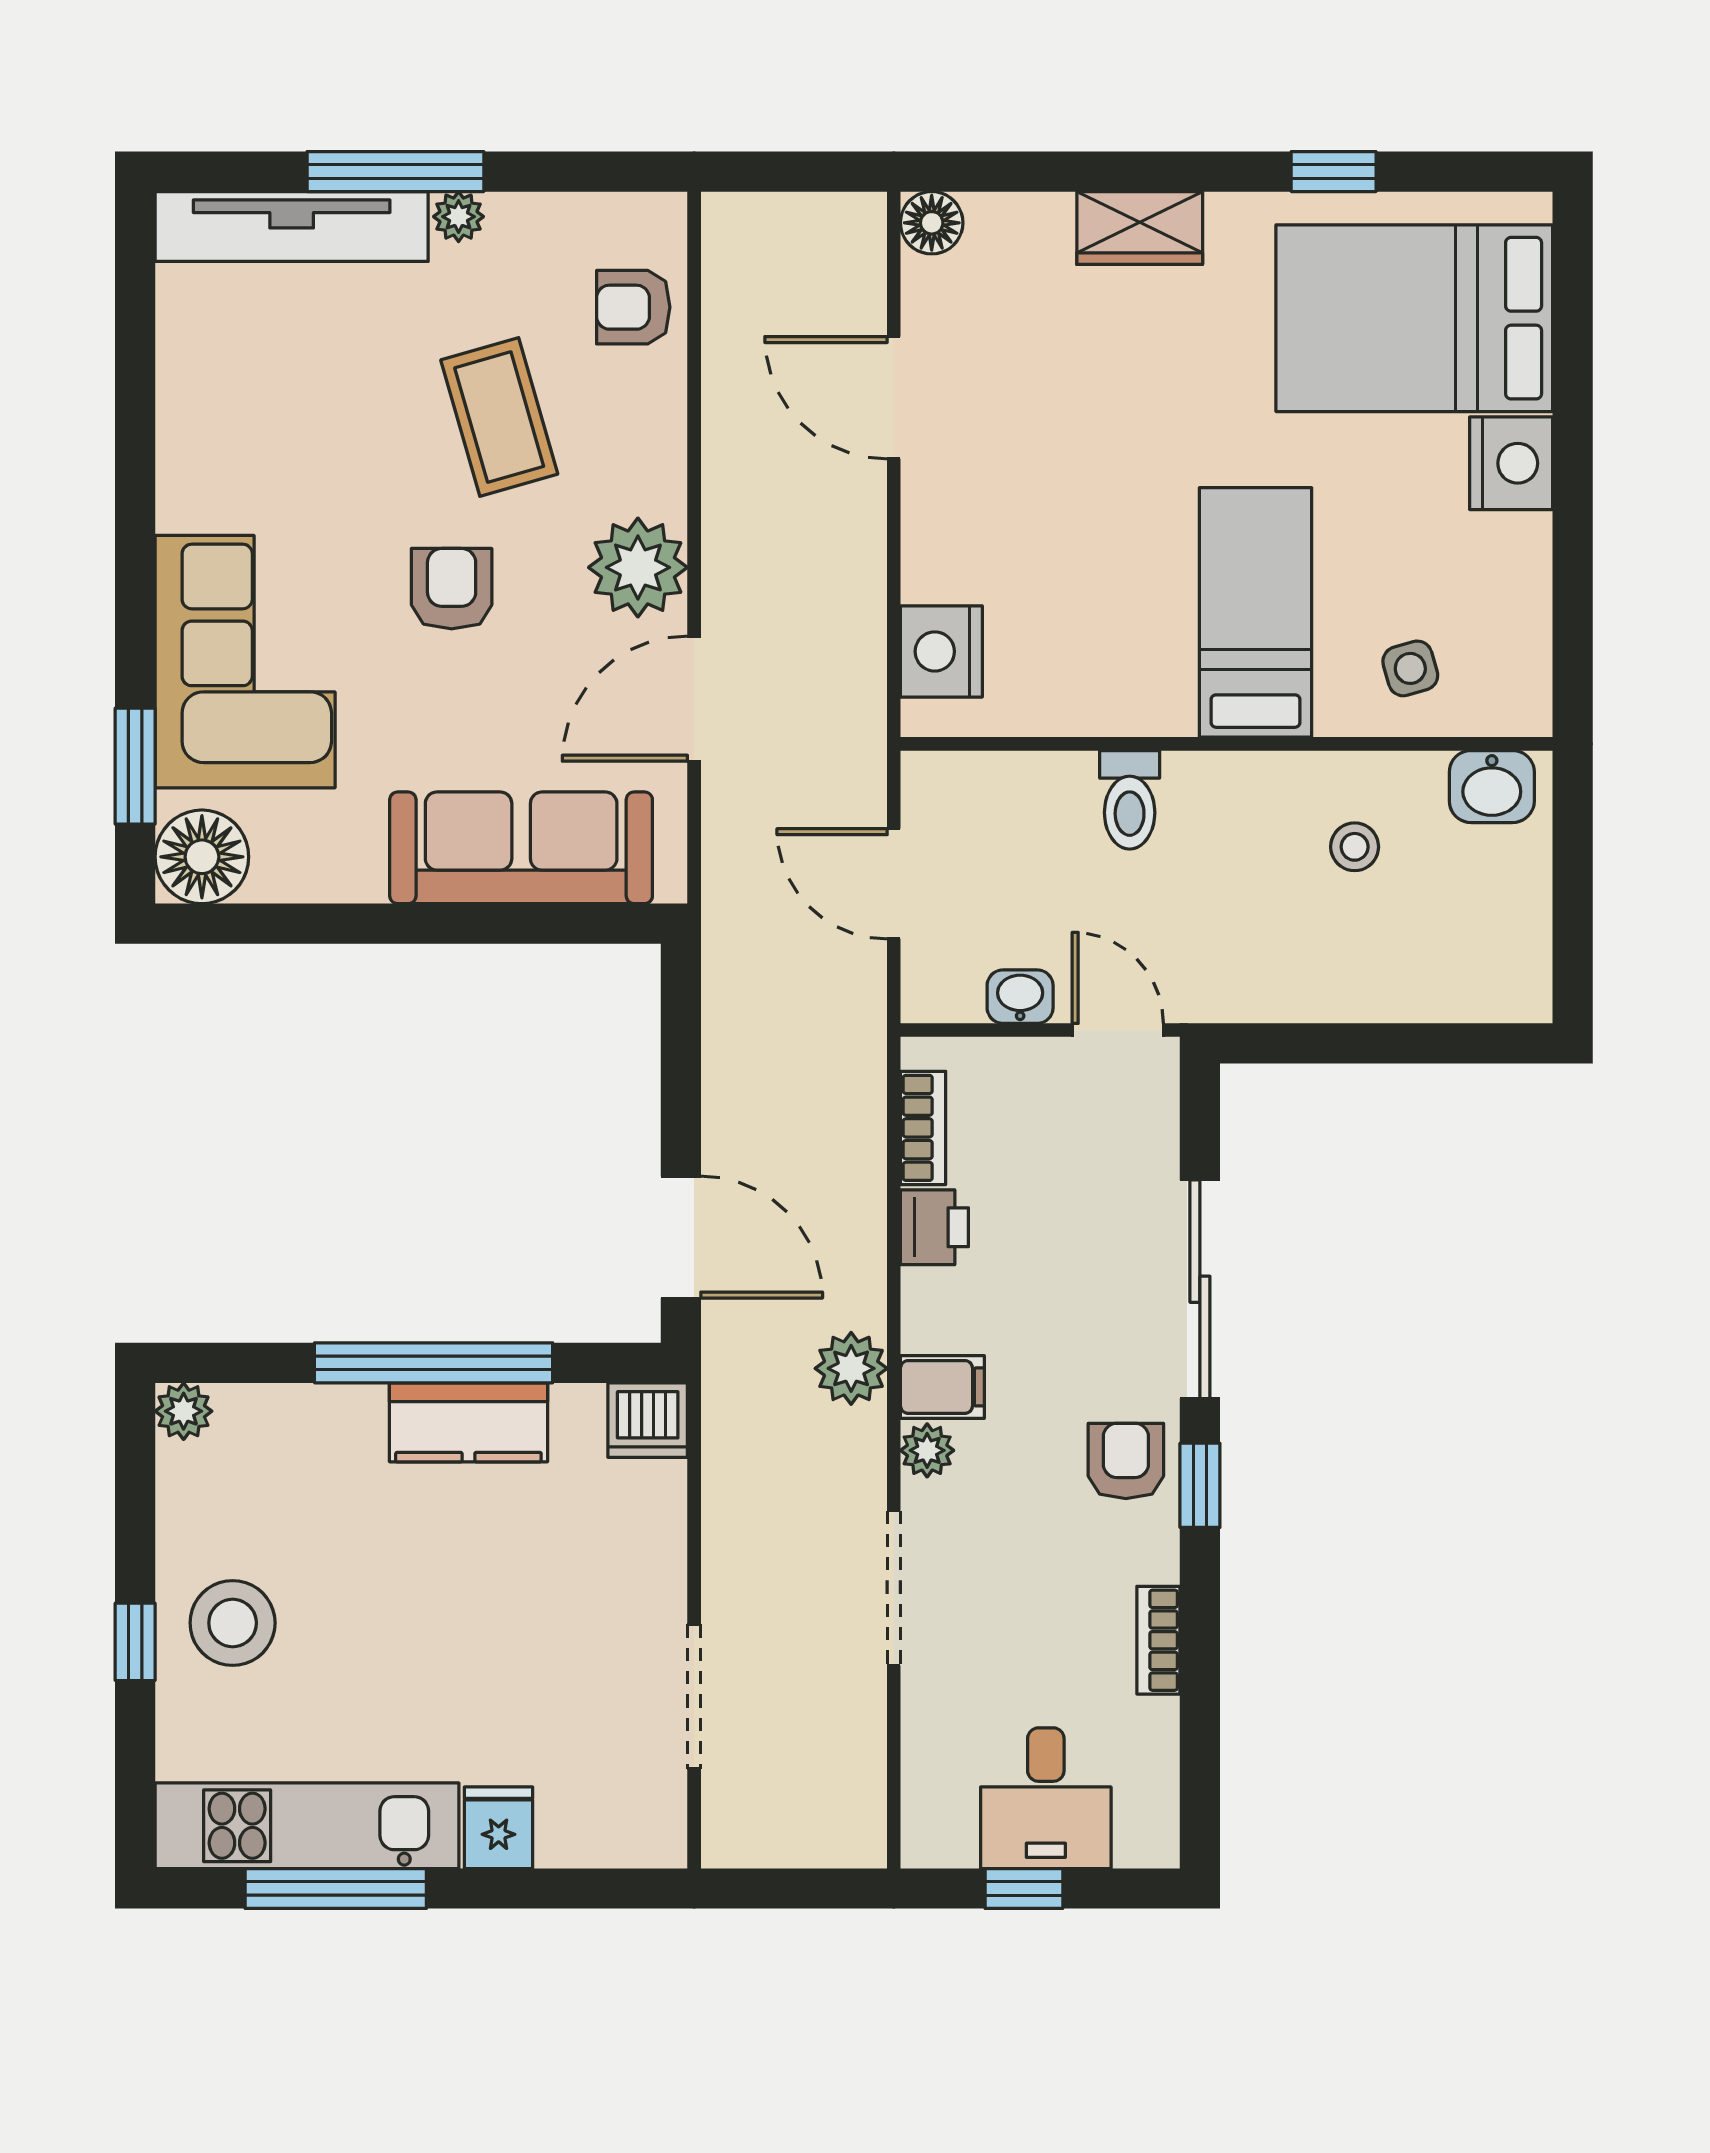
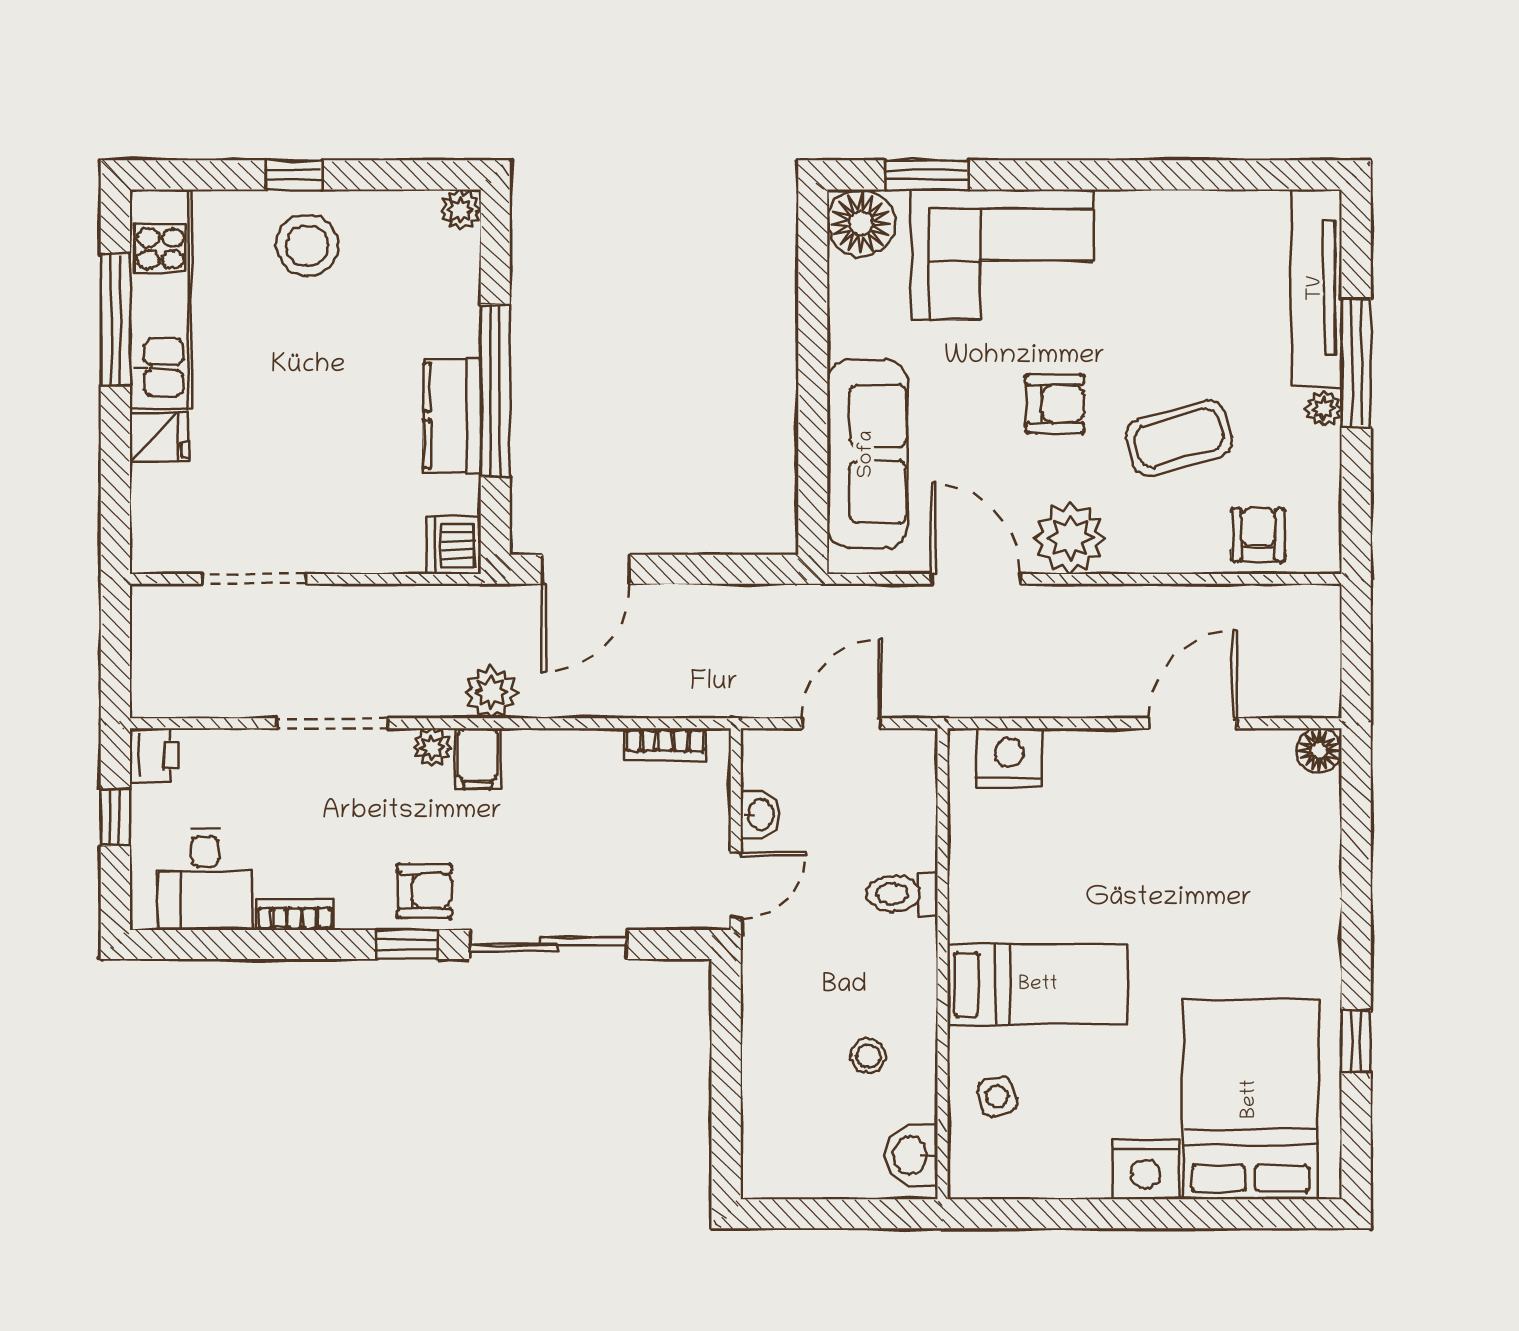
wardrobe: (1140, 228) -> (1315, 901), removed
printer: (934, 1227) -> (154, 755), moved, turned -90
desk: (1046, 1798) -> (205, 879), moved, turned -90

